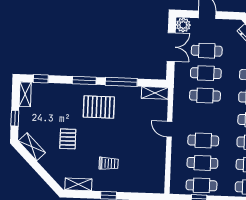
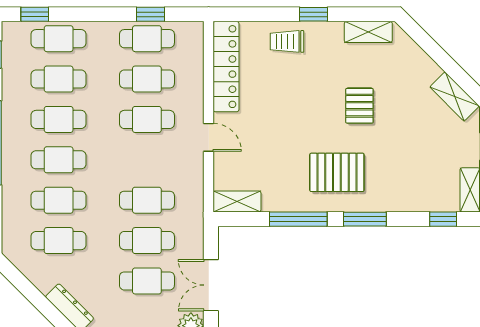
pallet: (68, 139) -> (359, 106), moved
trolley: (109, 163) -> (287, 41), moved
locker: (158, 168) -> (226, 67), added

